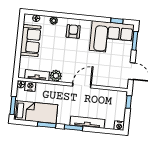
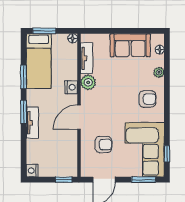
armchair: (105, 69) -> (103, 144), added
nightstand: (30, 86) -> (71, 87), moved
door: (82, 86) -> (79, 117), swing flipped
tv unit: (87, 122) -> (32, 123), width x0.71

